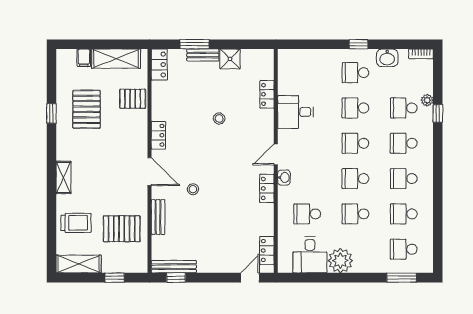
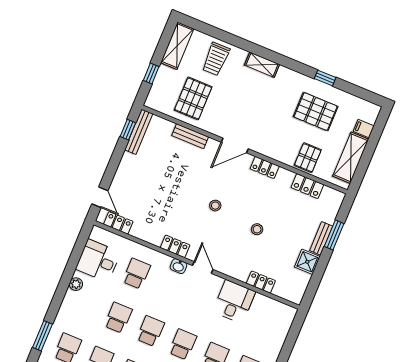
locker: (159, 65) -> (307, 186), moved
stool: (193, 189) -> (215, 206), moved
plant: (340, 261) -> (76, 284), width x0.53, depth x0.53

